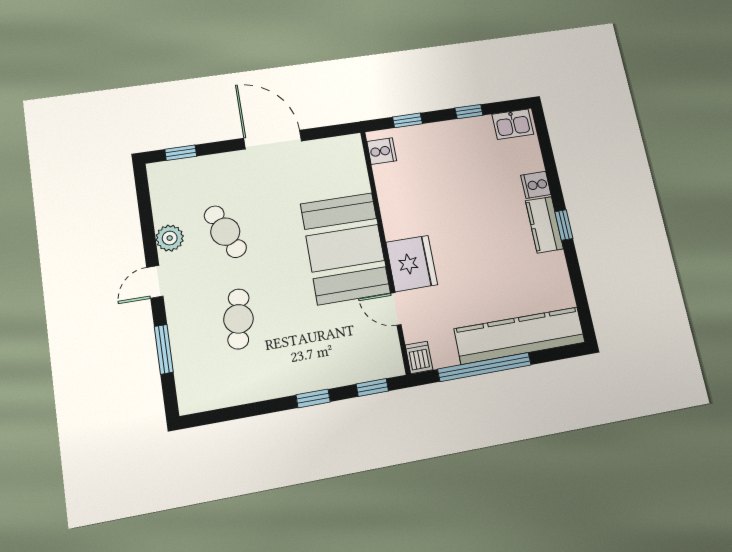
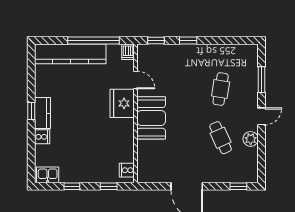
booth: (345, 248) -> (151, 118), width x0.73, depth x0.70

